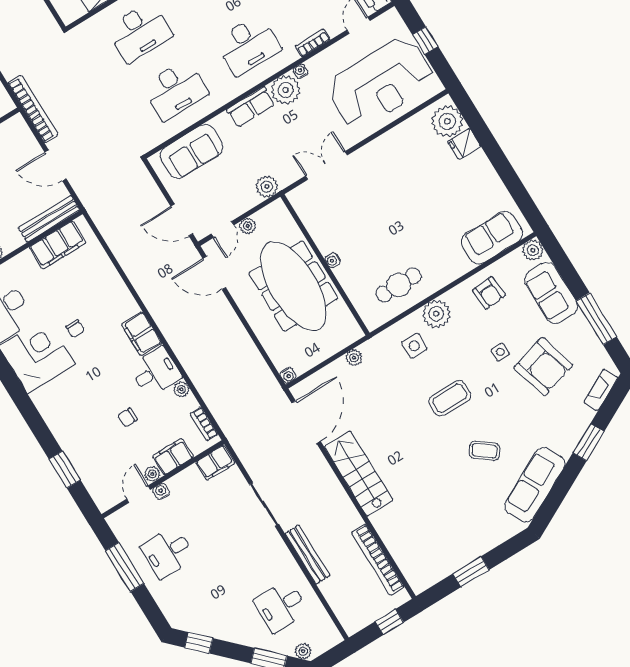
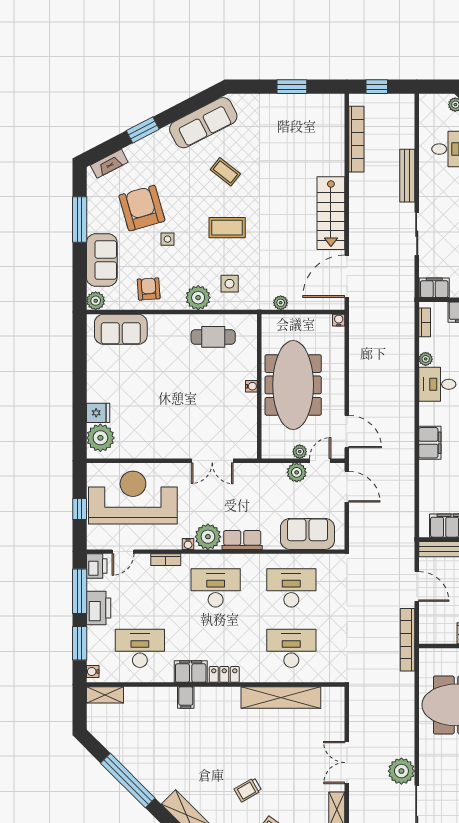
plant: (267, 187) -> (297, 472), moved
filing cabinet: (142, 334) -> (430, 443), moved

